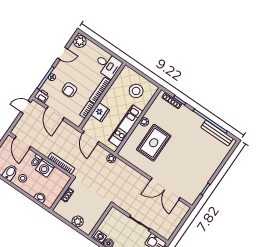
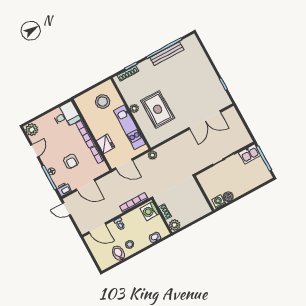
door: (26, 107) -> (66, 209), hinge flipped
bench: (217, 133) -> (167, 54), moved
washing machine: (45, 168) -> (150, 211), moved, turned 90
plant: (78, 221) -> (175, 225), moved

